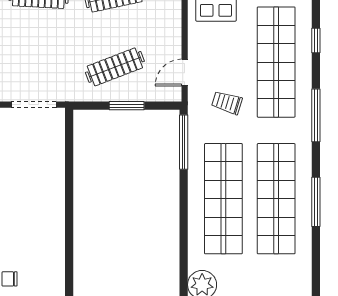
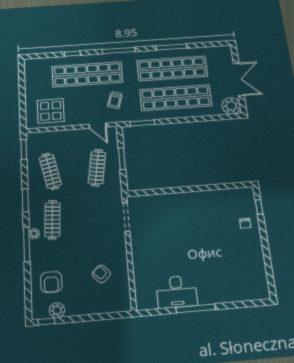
clothes rail: (115, 67) -> (97, 168), turned 30
window: (184, 142) -> (142, 123), width x0.69

